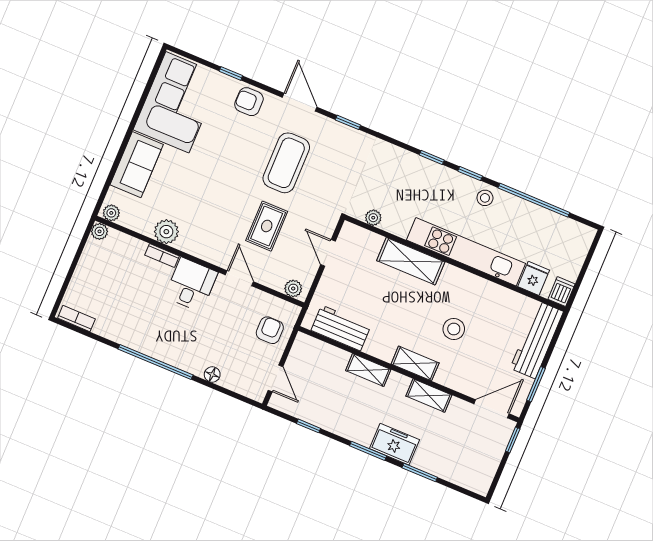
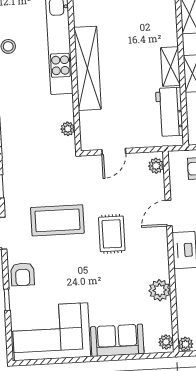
rug: (267, 226) -> (112, 234), moved, turned 90
bookcase: (162, 256) -> (181, 284), removed
shelving: (411, 261) -> (87, 68), width x1.47
stool: (454, 329) -> (126, 20), removed
shelving: (415, 363) -> (170, 67), moved

